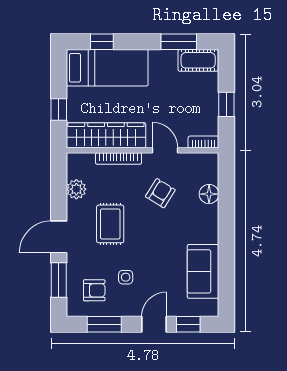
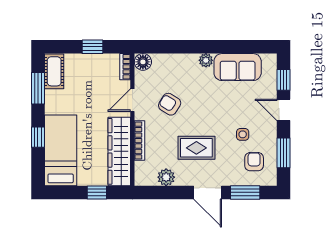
window: (102, 42) -> (38, 137), moved
floor lamp: (209, 194) -> (143, 62), moved
plant: (211, 235) -> (206, 60), added

